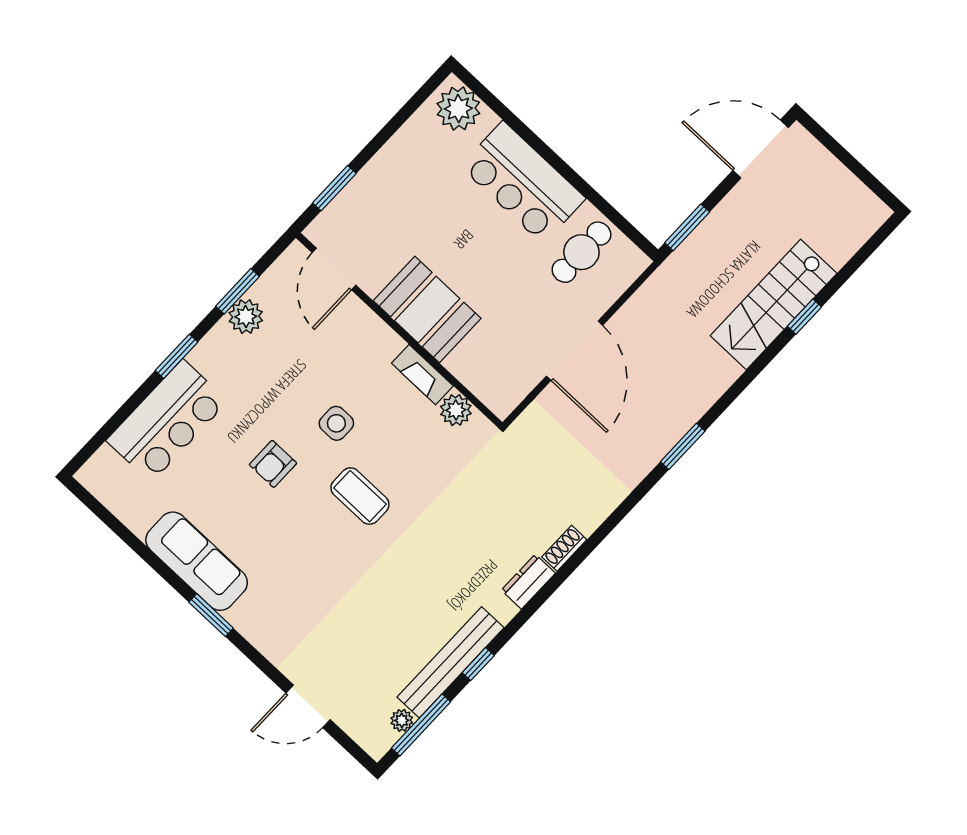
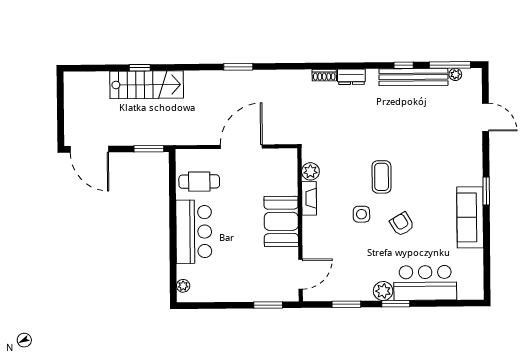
plant: (458, 109) -> (183, 286), width x0.53, depth x0.53
plant: (246, 317) -> (383, 291), moved
armchair: (273, 464) -> (402, 224), turned -121

